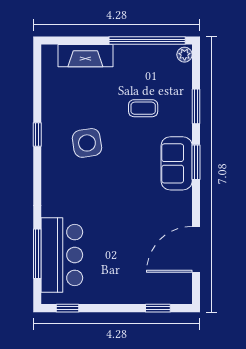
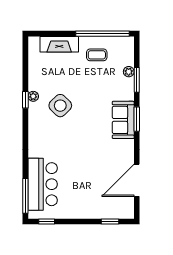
plant: (185, 55) -> (129, 72), moved
coffee table: (143, 108) -> (97, 55), moved
plant: (48, 130) -> (33, 96), added
side table: (87, 143) -> (60, 106), turned -36
window: (37, 254) -> (25, 196), moved

